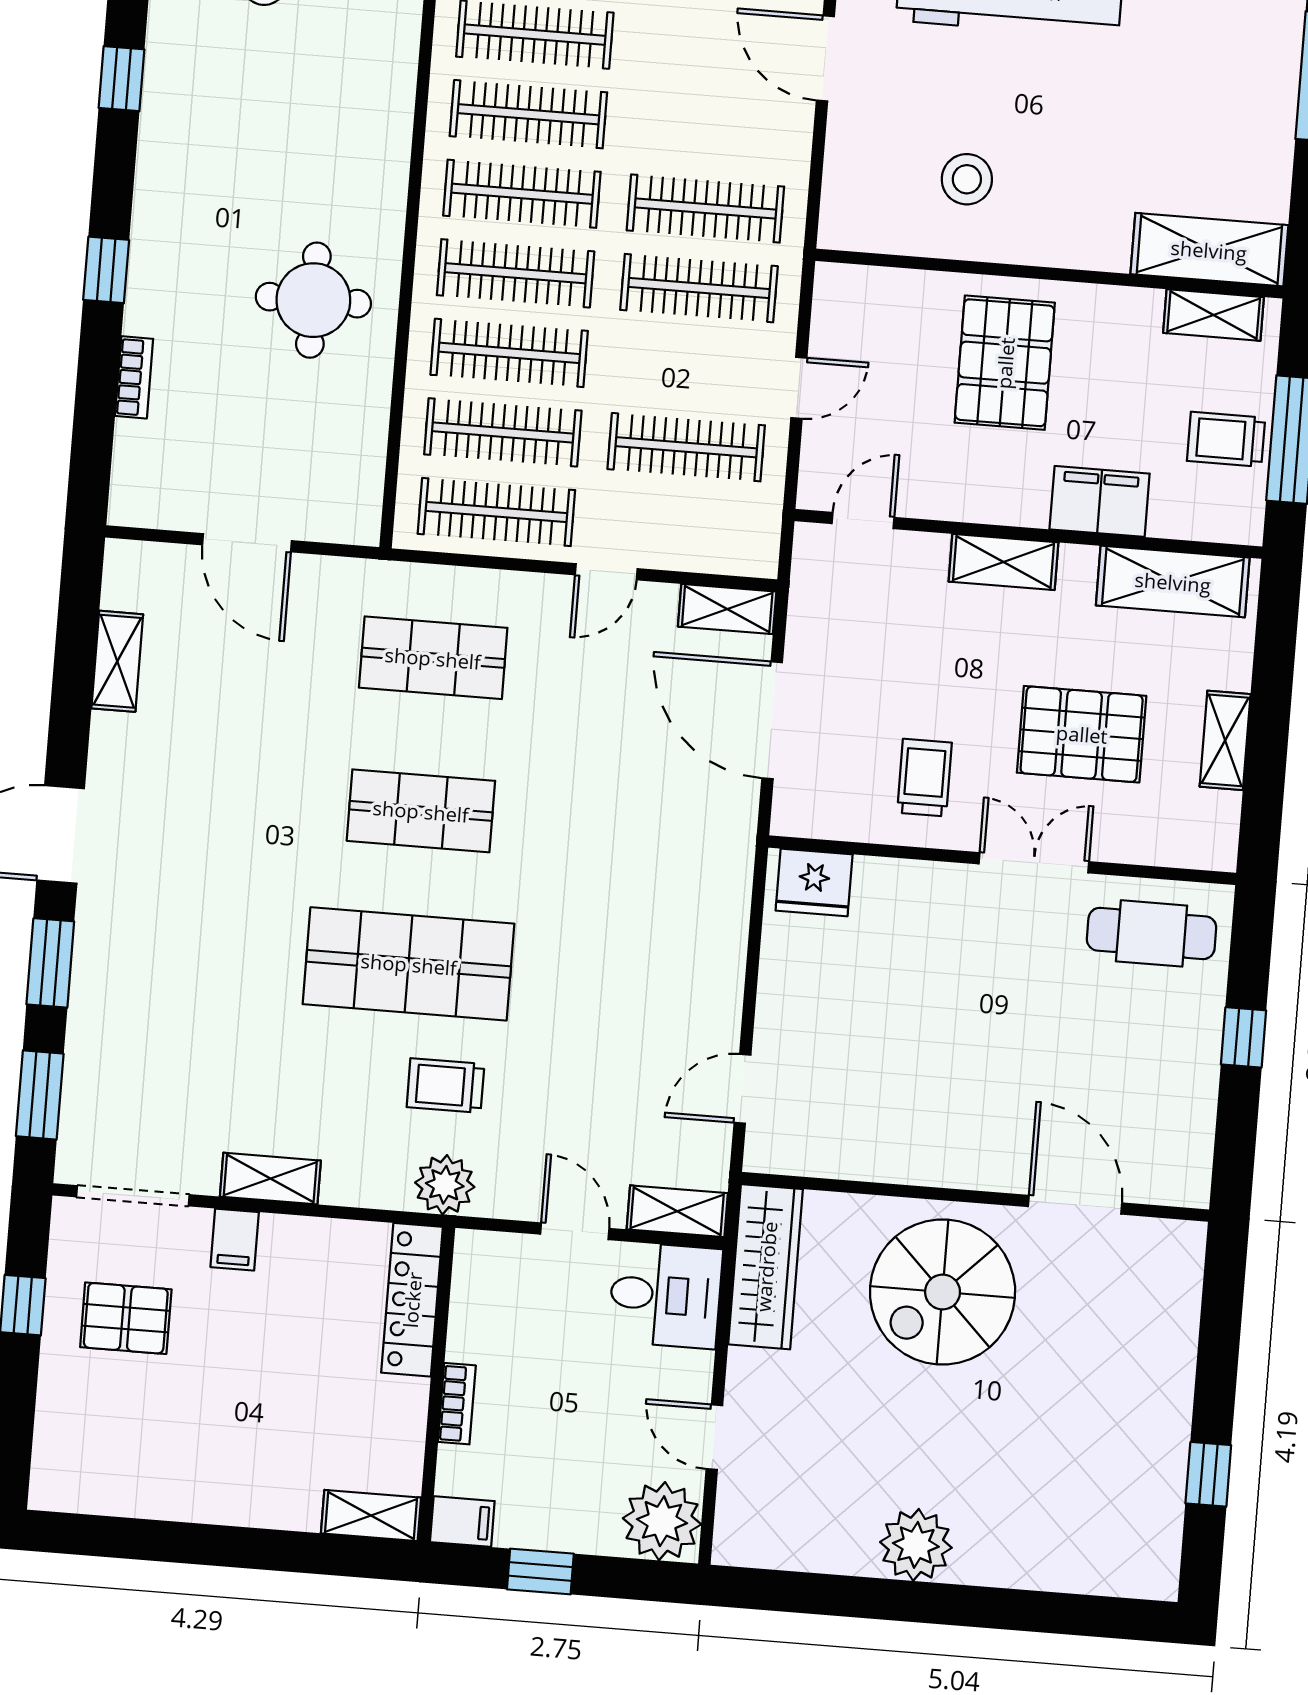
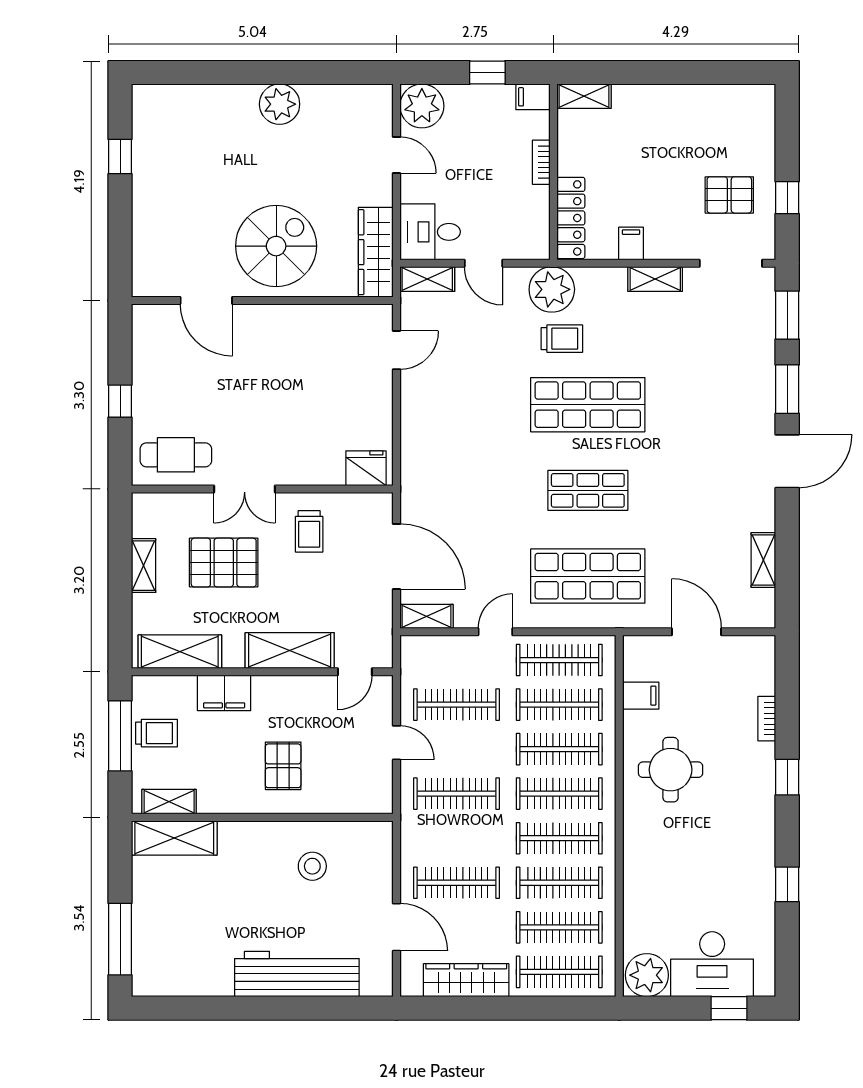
clothes rail: (705, 209) -> (457, 883), moved
pallet: (1005, 363) -> (283, 766), width x0.67, depth x0.71
door: (799, 388) -> (396, 743), swing flipped
filing cabinet: (356, 437) -> (641, 696), added
shelving: (1003, 562) -> (290, 650), width x1.50, depth x1.33
shop shelf: (433, 658) -> (588, 576), width x1.43, depth x1.36
plant: (445, 1185) -> (552, 289), width x1.36, depth x1.36
filing cabinet: (235, 1240) -> (631, 244), moved

